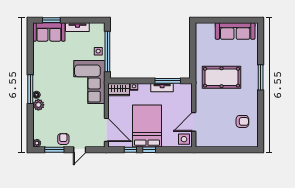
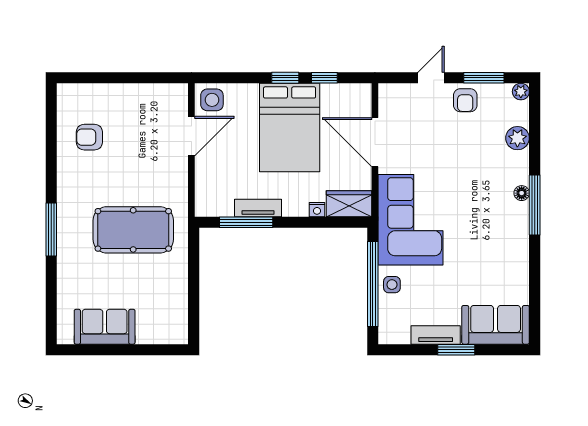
window: (51, 20) -> (456, 350), moved
sofa: (235, 31) -> (105, 327), width x0.73
plant: (38, 105) -> (517, 138), moved
door: (106, 130) -> (375, 142), moved

